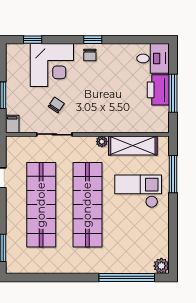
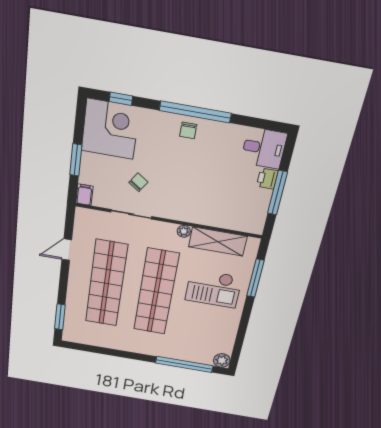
window: (93, 40) -> (195, 112), width x3.17
corner desk: (52, 65) -> (110, 129), moved, turned -90
printer: (158, 90) -> (267, 179), width x0.53, depth x0.68
checkout: (138, 191) -> (213, 288), turned 180

